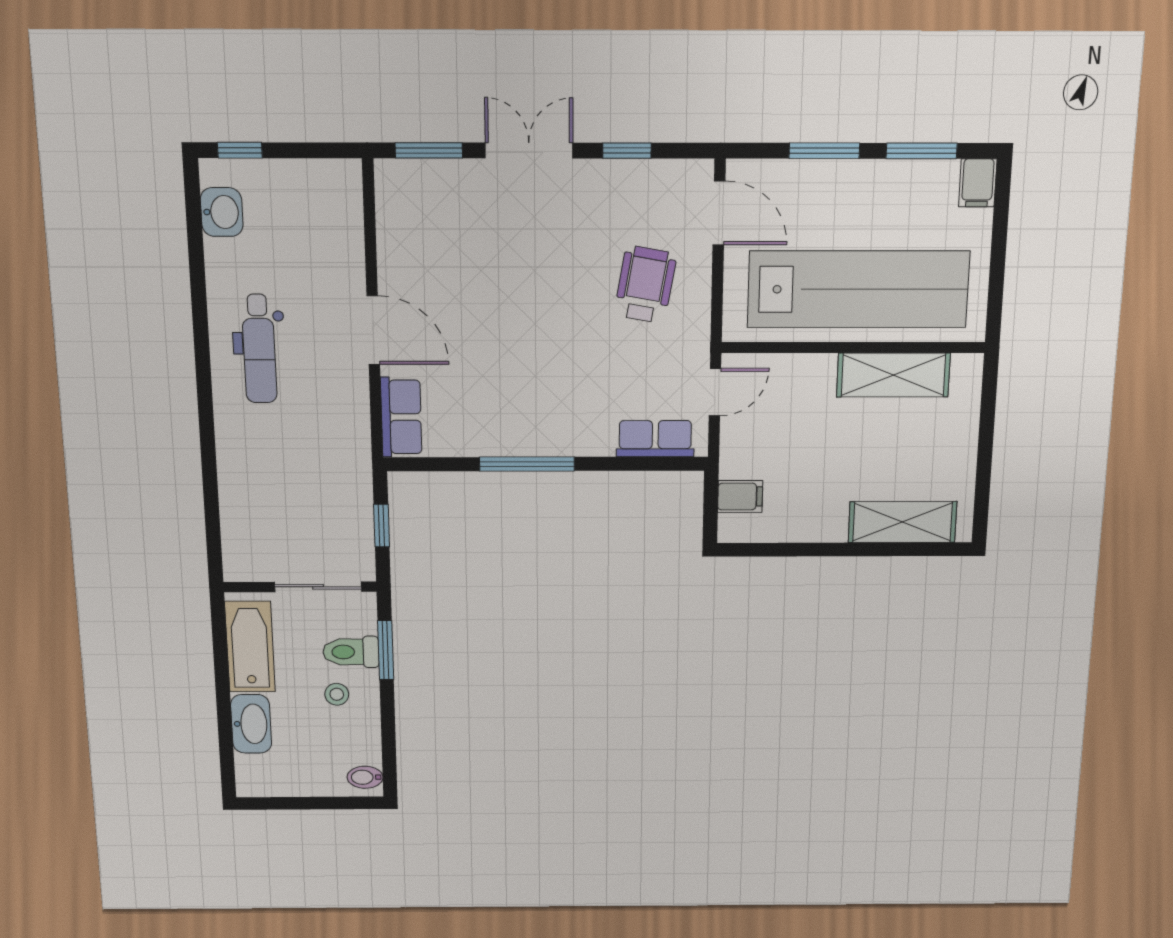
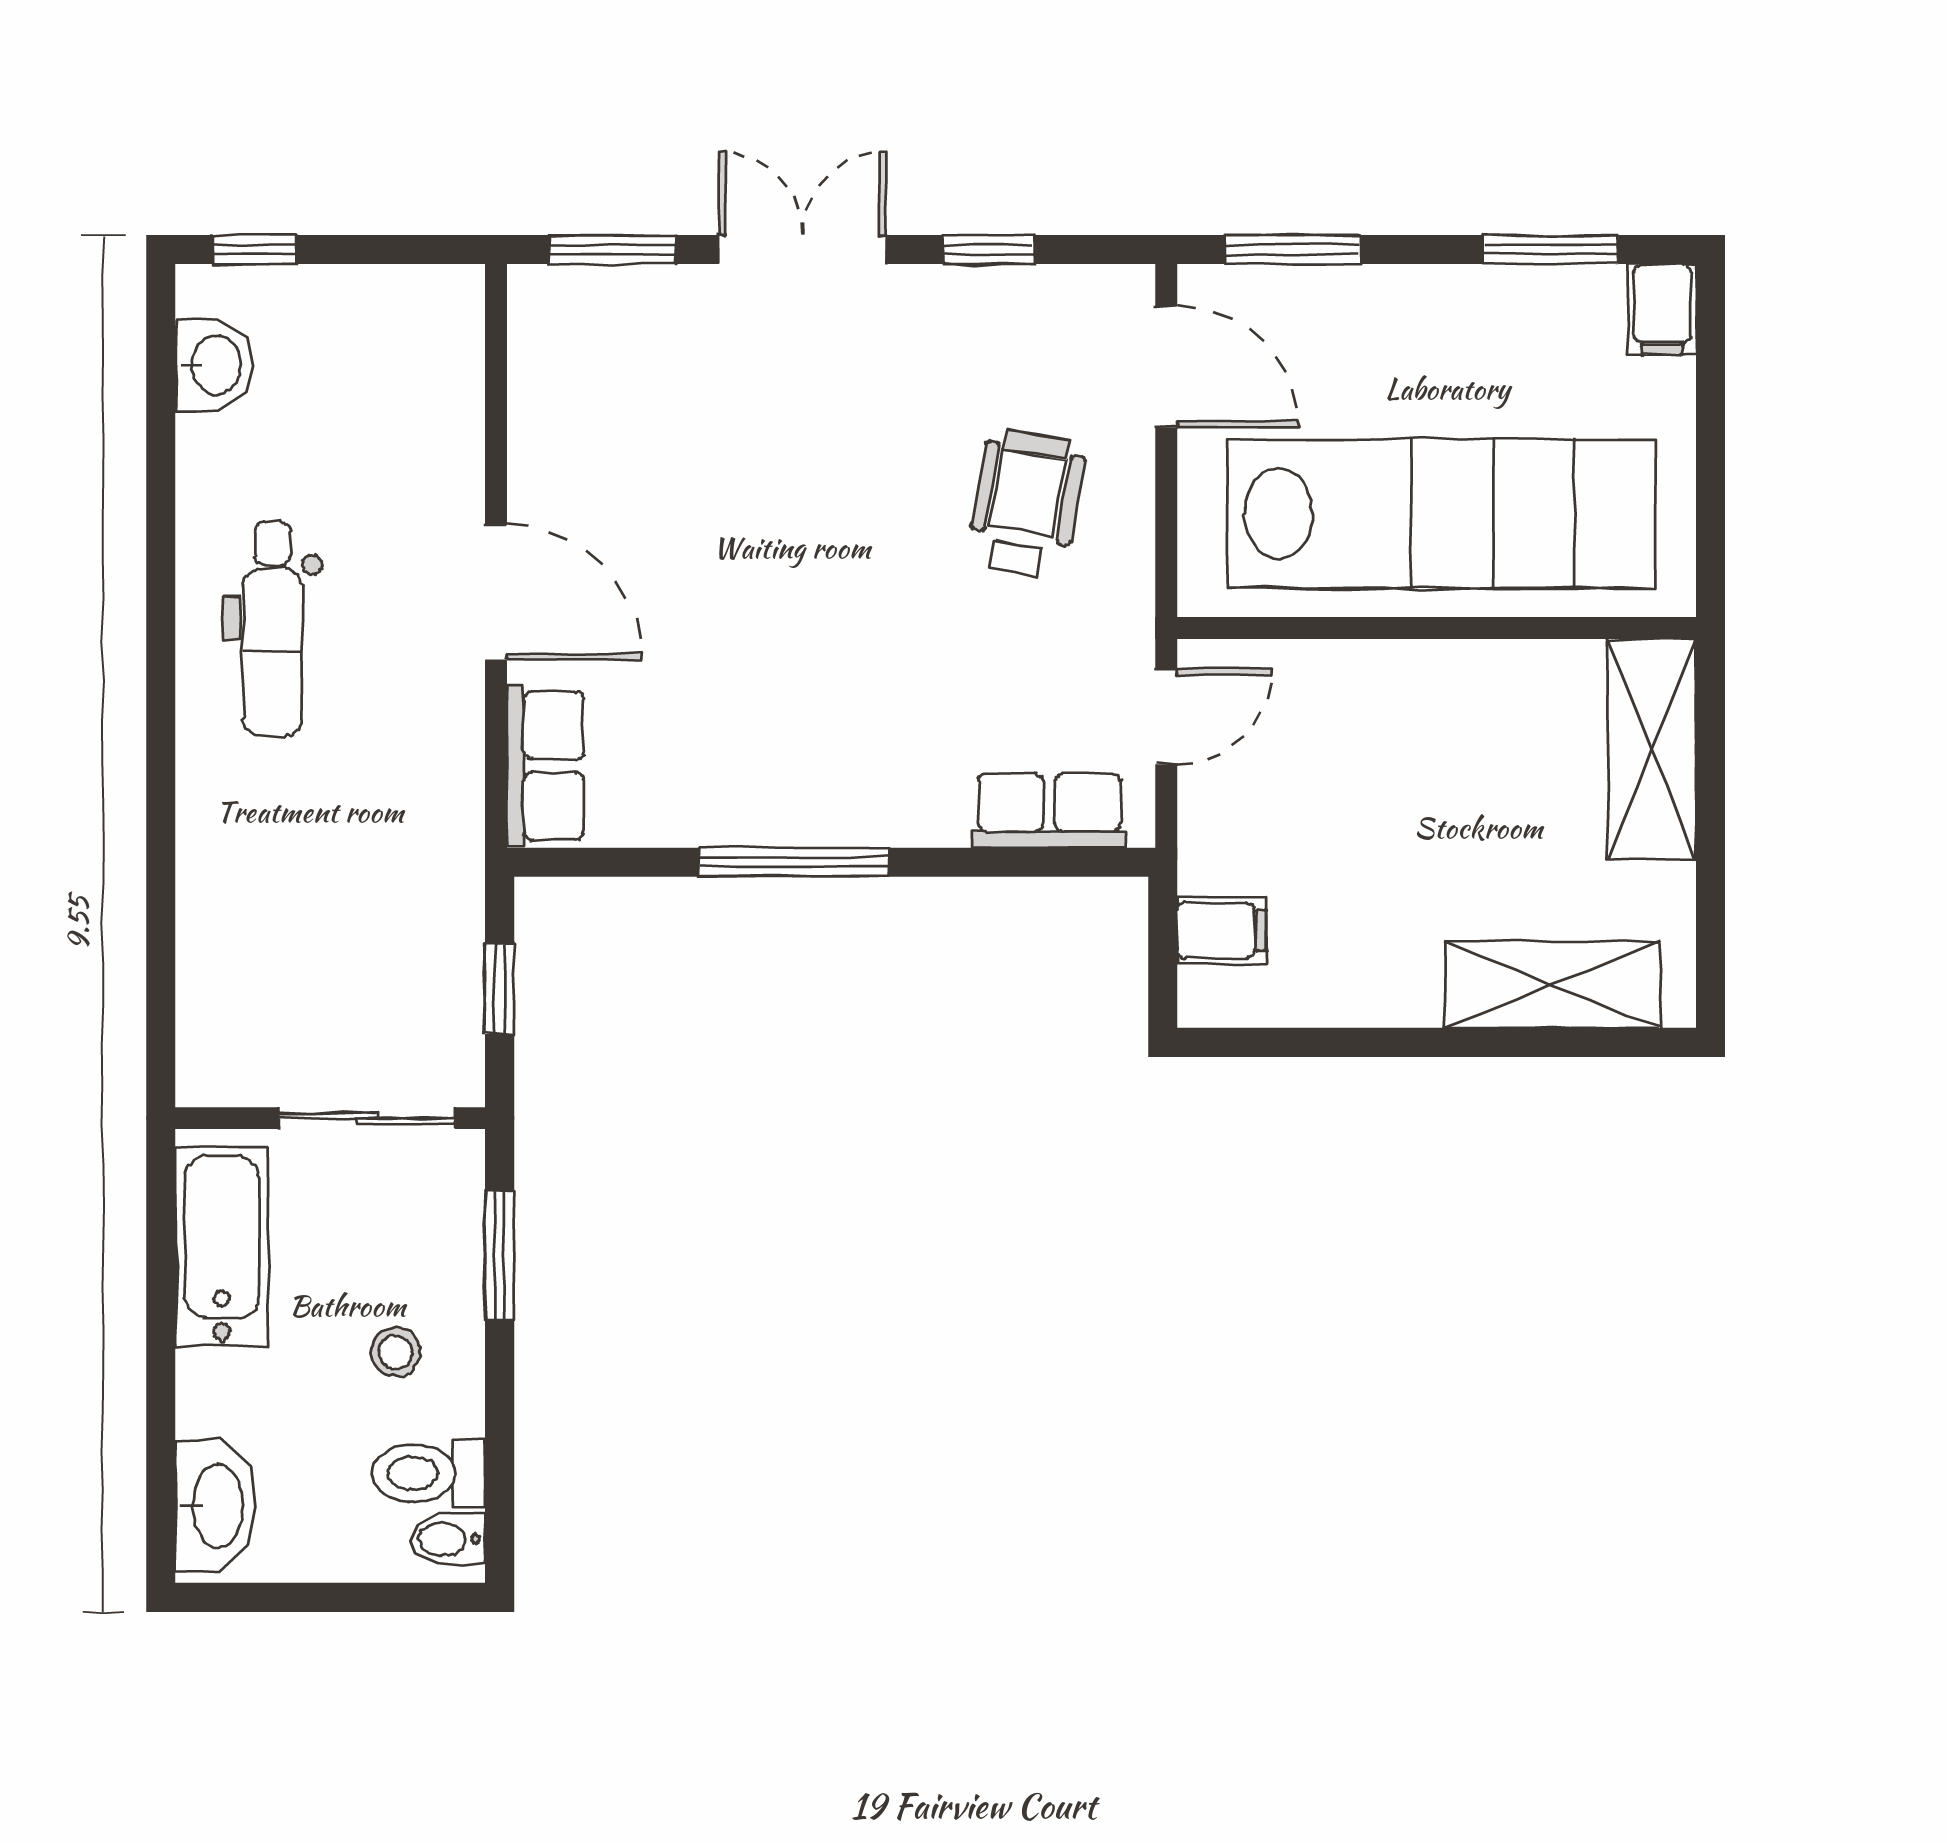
window: (824, 151) -> (1293, 250), moved
shelving: (893, 375) -> (1652, 749), moved, turned 90
toilet: (351, 652) -> (428, 1473), moved
washbasin: (251, 724) -> (215, 1506), moved

